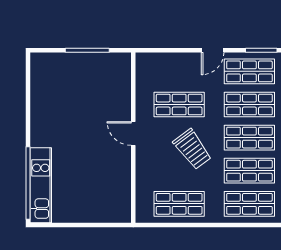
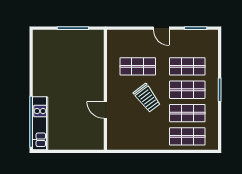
door: (213, 50) -> (161, 28), hinge flipped
shop shelf: (249, 71) -> (187, 43), removed
door: (133, 133) -> (105, 110), moved
shop shelf: (179, 204) -> (138, 136), removed

